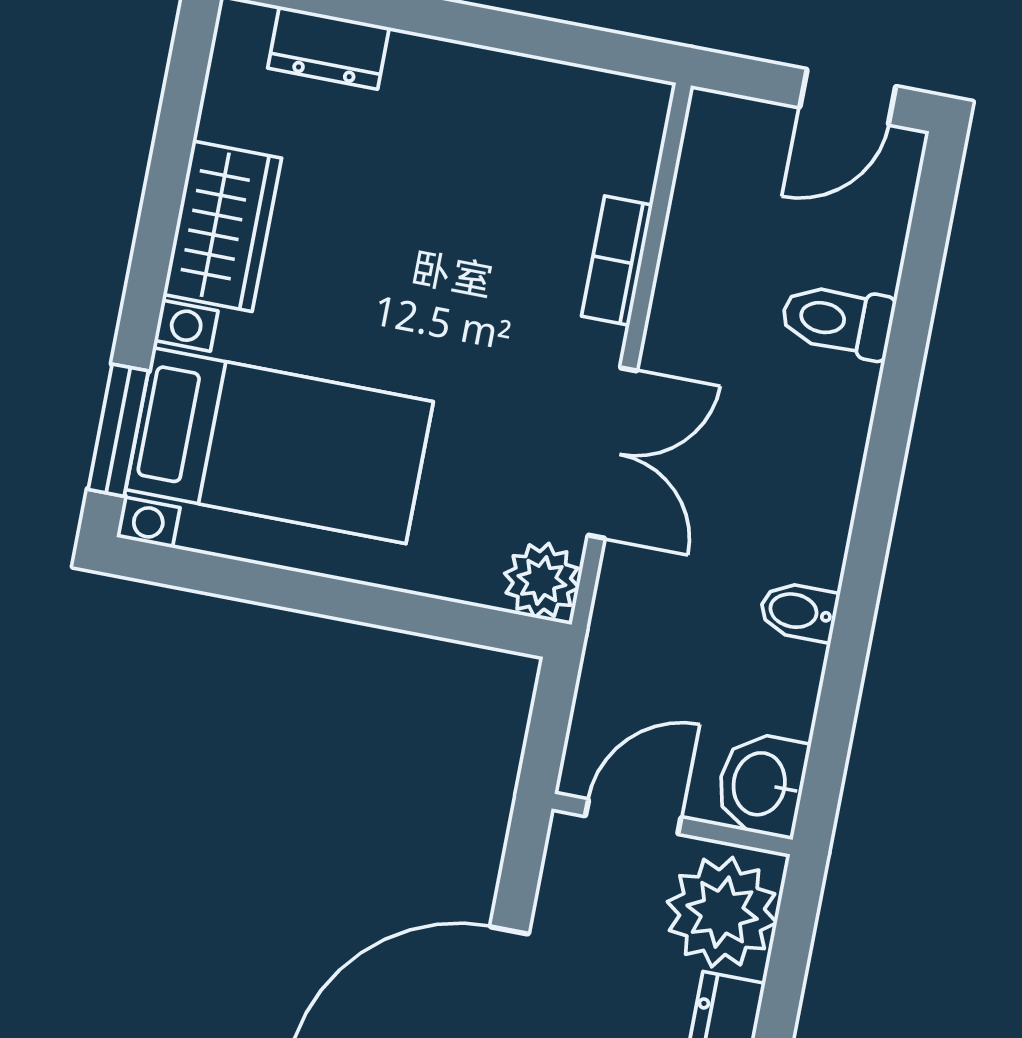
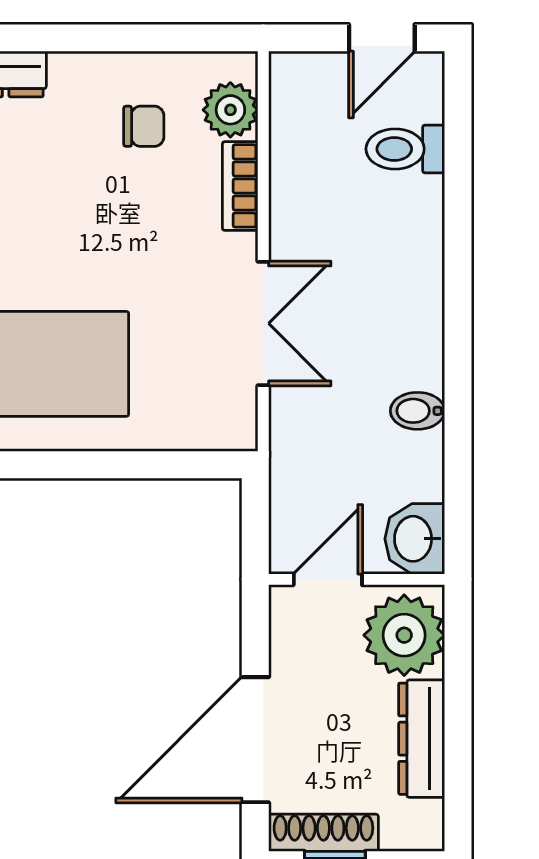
chair: (502, 155) -> (144, 126), added
toilet: (838, 320) -> (405, 149), moved
plant: (542, 580) -> (230, 110), moved

